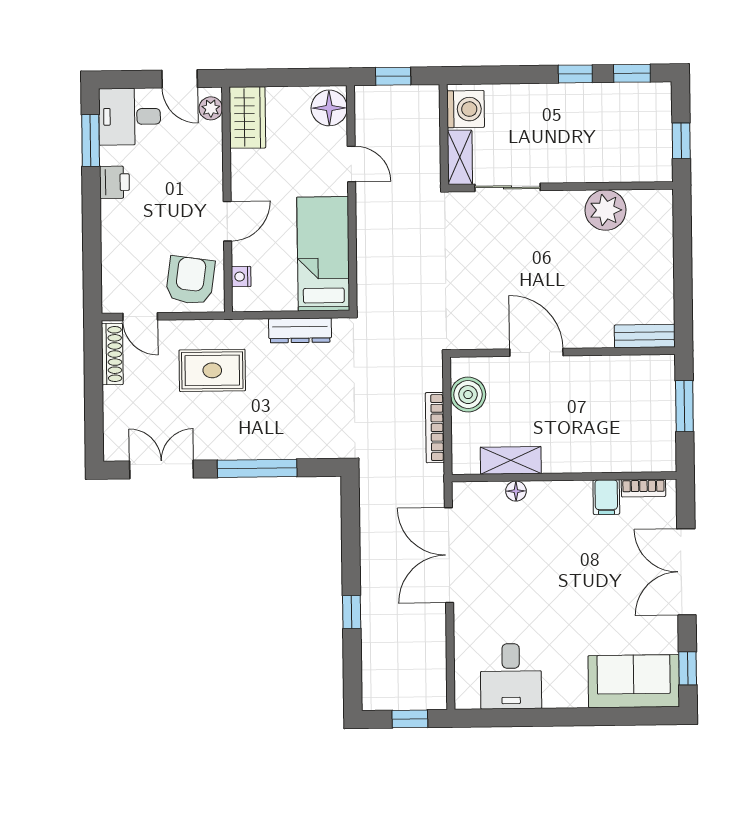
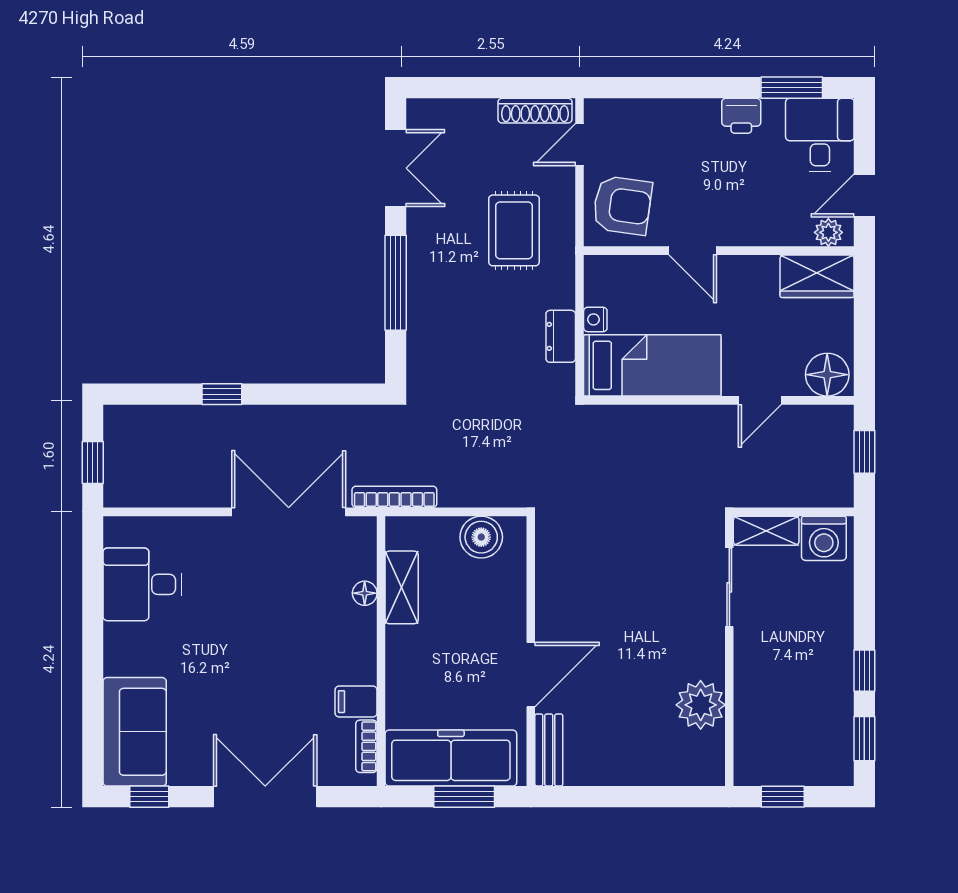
nightstand: (241, 277) -> (595, 319), moved, turned -90
dresser: (300, 330) -> (561, 336), width x0.70
door: (536, 352) -> (531, 675), moved
freezer: (652, 418) -> (451, 758), added
bookcase: (435, 428) -> (394, 497), moved

